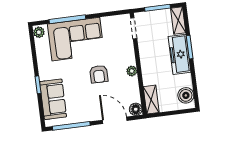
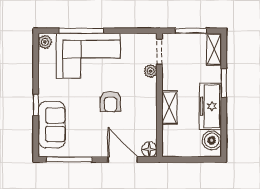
freezer: (179, 54) -> (210, 106), moved
plant: (132, 71) -> (151, 71), moved
shelving: (151, 100) -> (169, 108), moved

